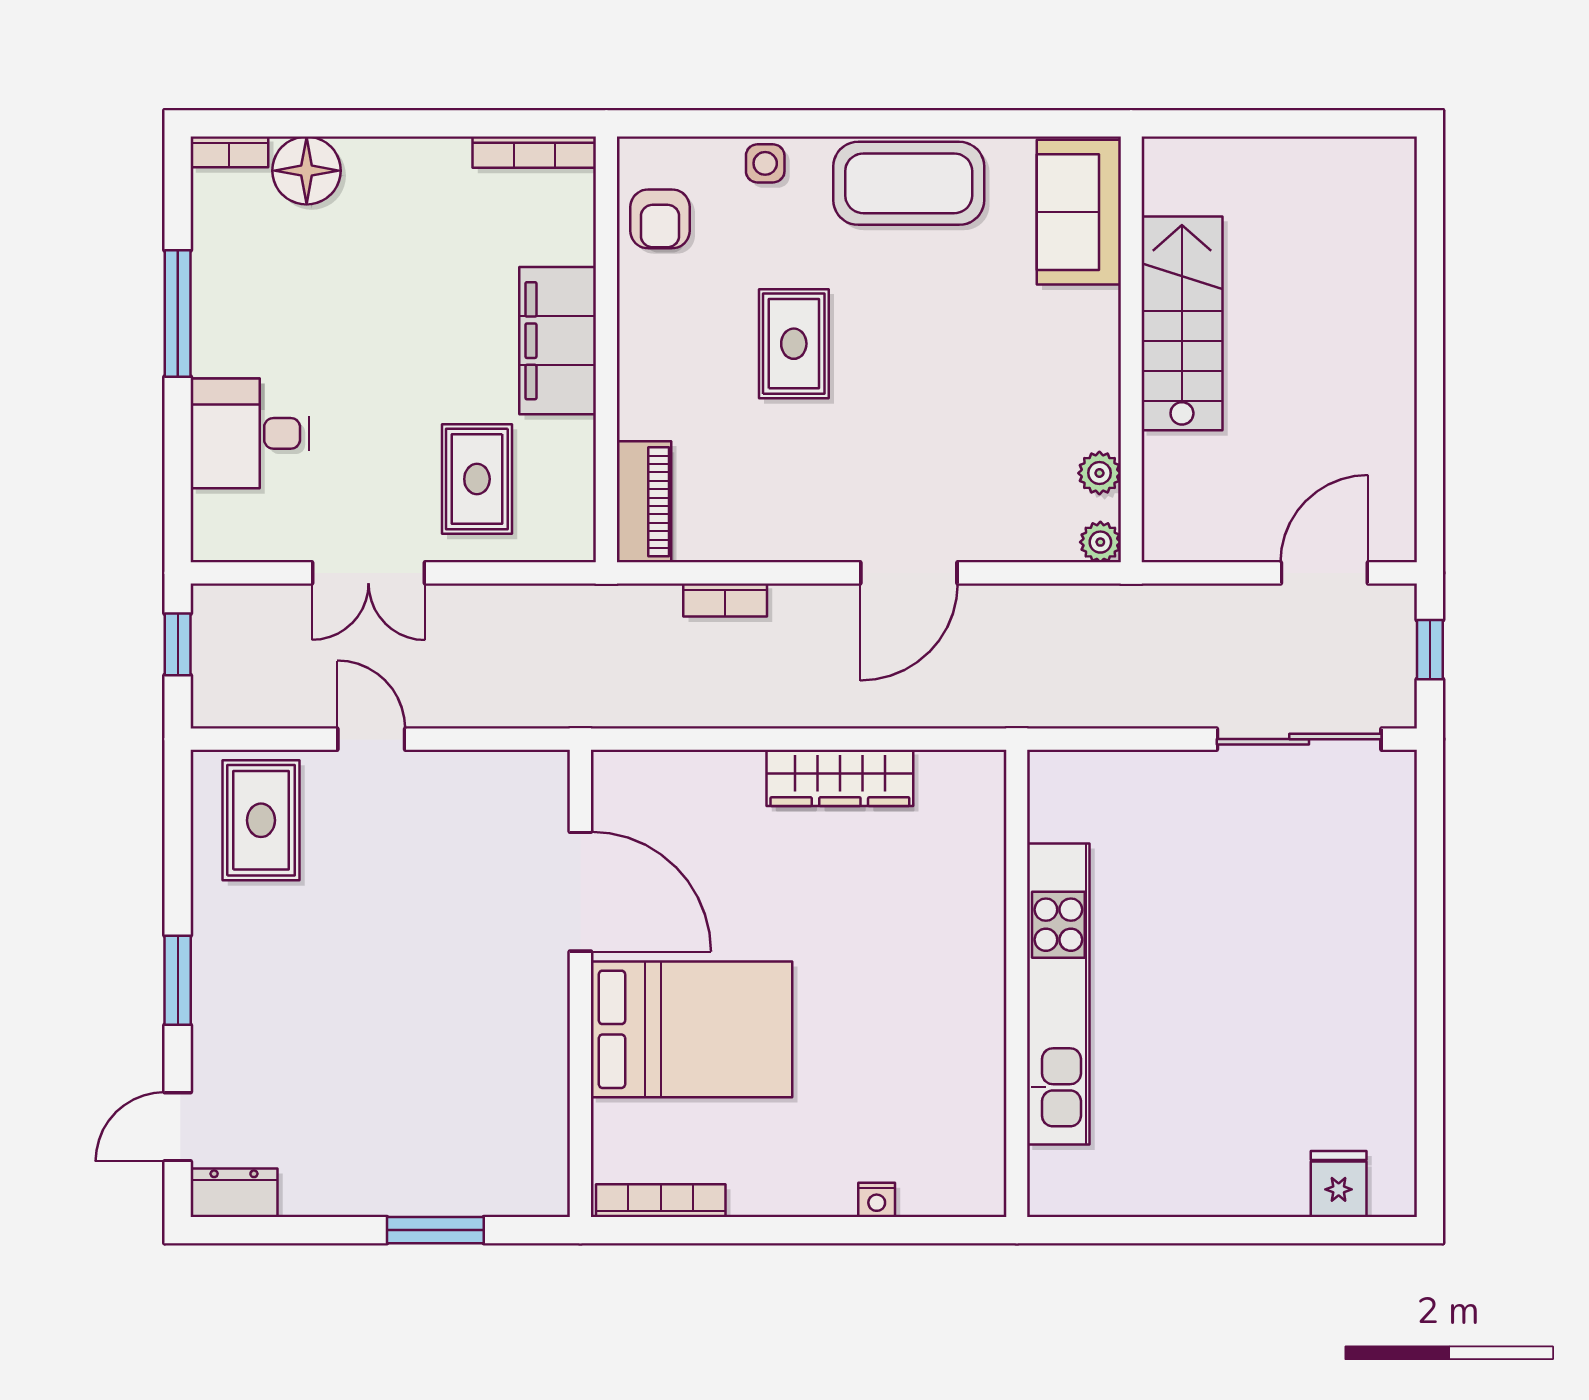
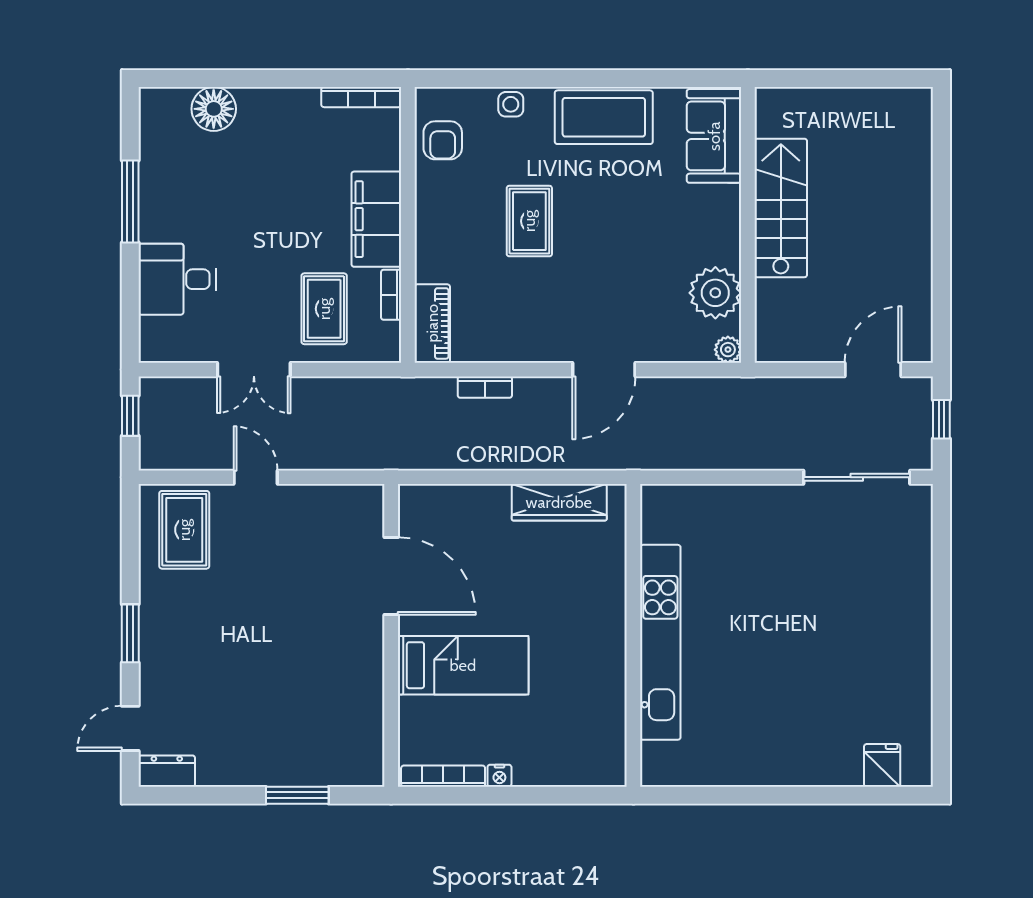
bookcase: (229, 152) -> (391, 295), moved, turned 90
plant: (1099, 473) -> (715, 293), width x1.88, depth x1.88
wall: (1017, 983) -> (633, 635), moved
kitchen unit: (1058, 994) -> (660, 642), moved
bed: (691, 1029) -> (463, 665), width x0.67
nightstand: (877, 1200) -> (499, 776), moved

